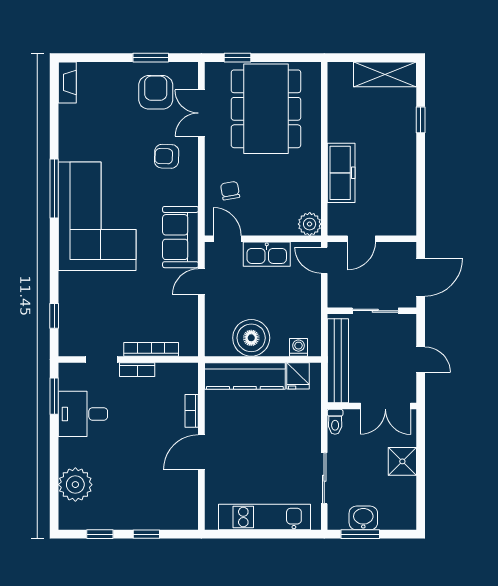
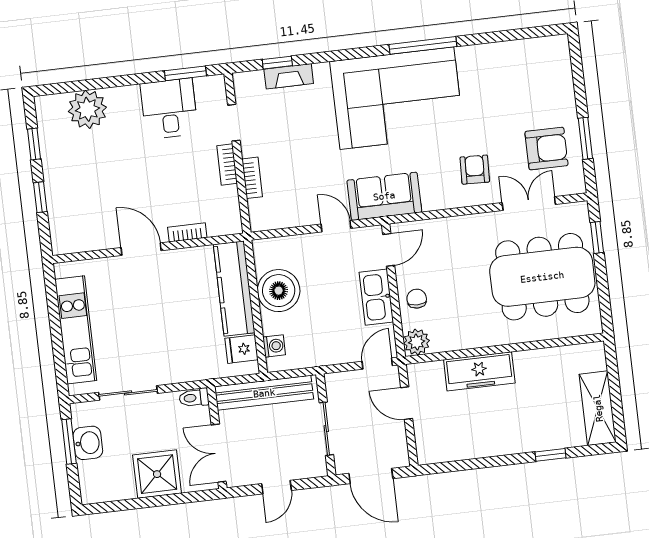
fireplace: (67, 82) -> (289, 76), moved
chair: (230, 191) -> (417, 299), moved, turned -80
bookcase: (151, 349) -> (252, 178), width x0.64
shower: (402, 461) -> (157, 474), width x1.36, depth x1.36

